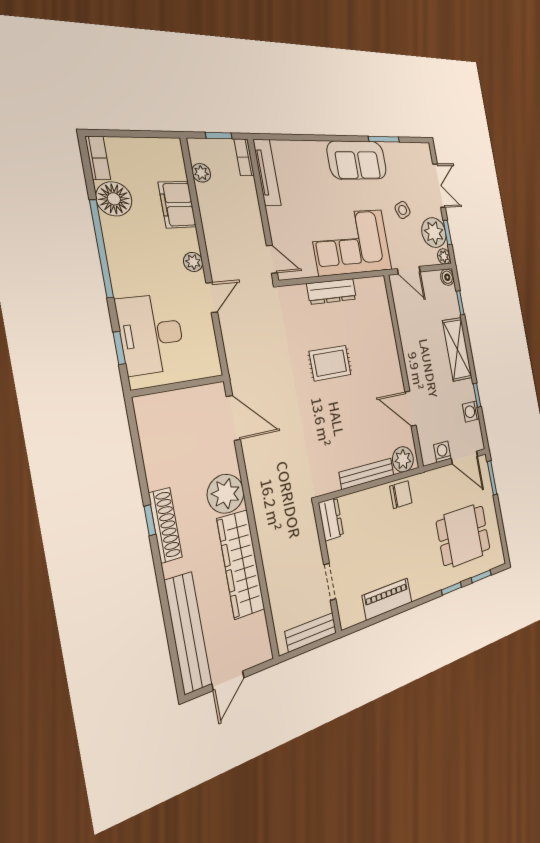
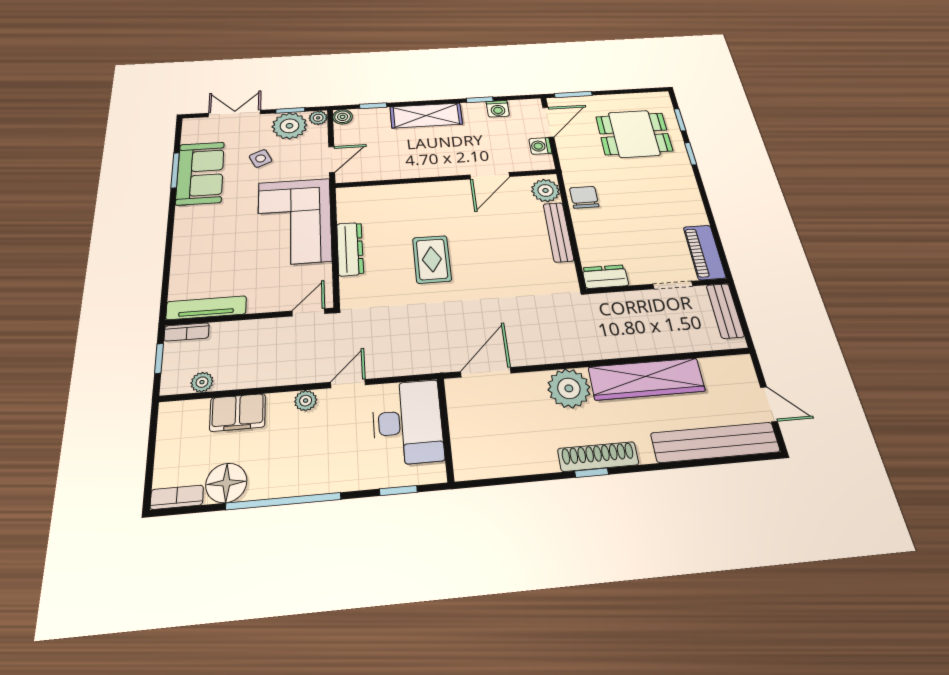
sofa: (357, 160) -> (200, 173), moved
door: (212, 298) -> (348, 384), hinge flipped
desk: (151, 334) -> (407, 422), moved, turned -90
dining table: (463, 535) -> (634, 134), turned 90
piano: (387, 599) -> (704, 252), moved

